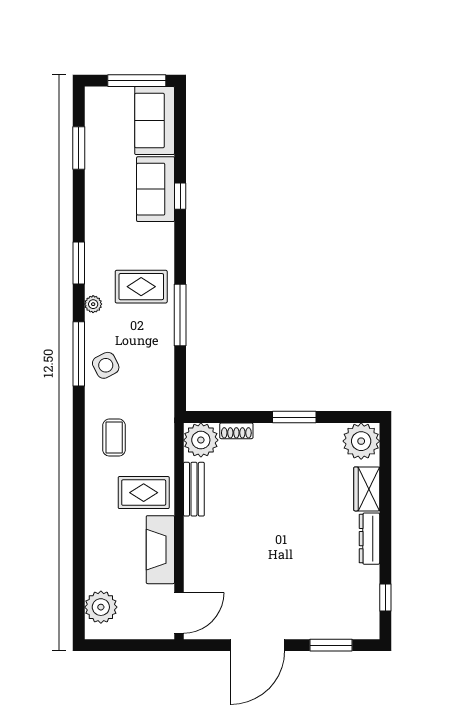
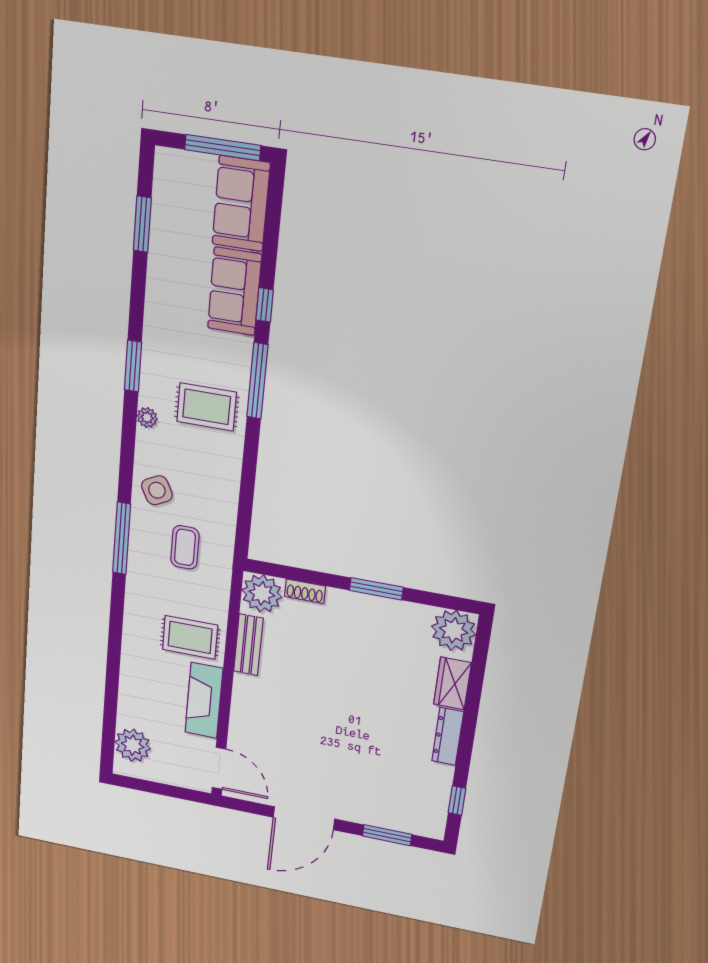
window: (180, 315) -> (257, 381), moved
window: (79, 354) -> (122, 538), moved
coffee table: (114, 438) -> (185, 547), moved
door: (179, 613) -> (219, 768), hinge flipped

